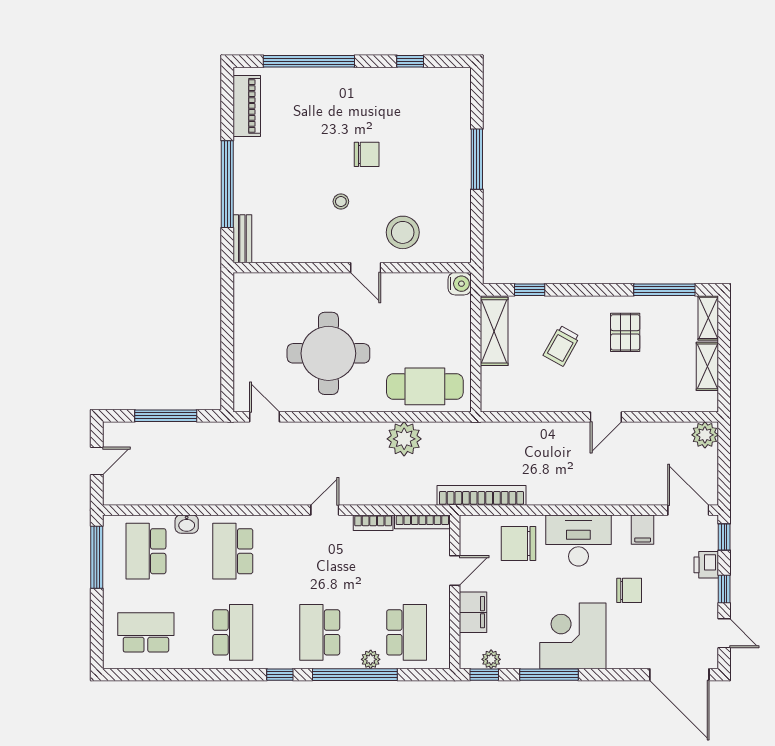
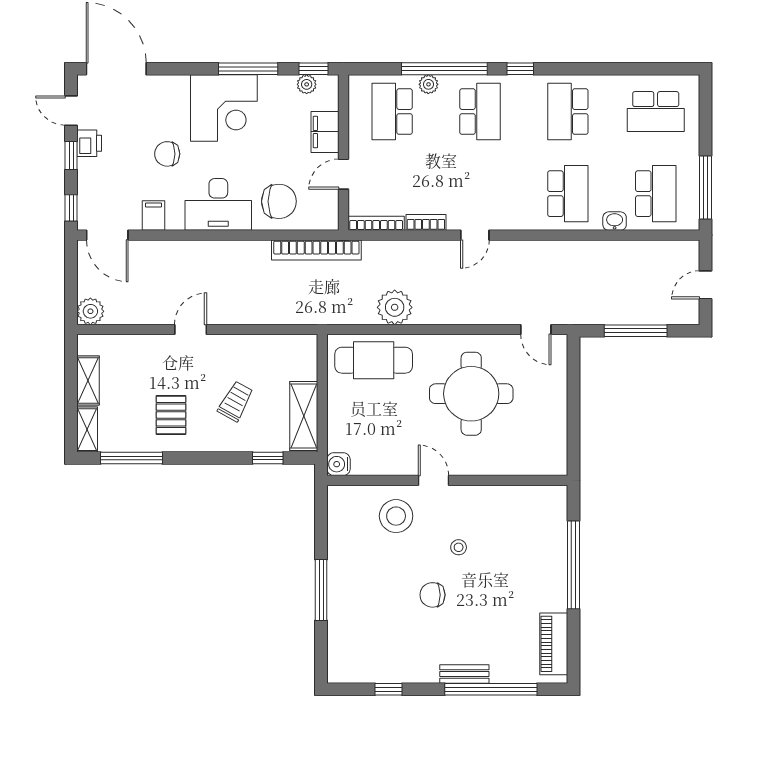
bench: (242, 239) -> (464, 674), moved, turned 90
printer: (706, 565) -> (89, 143), moved

